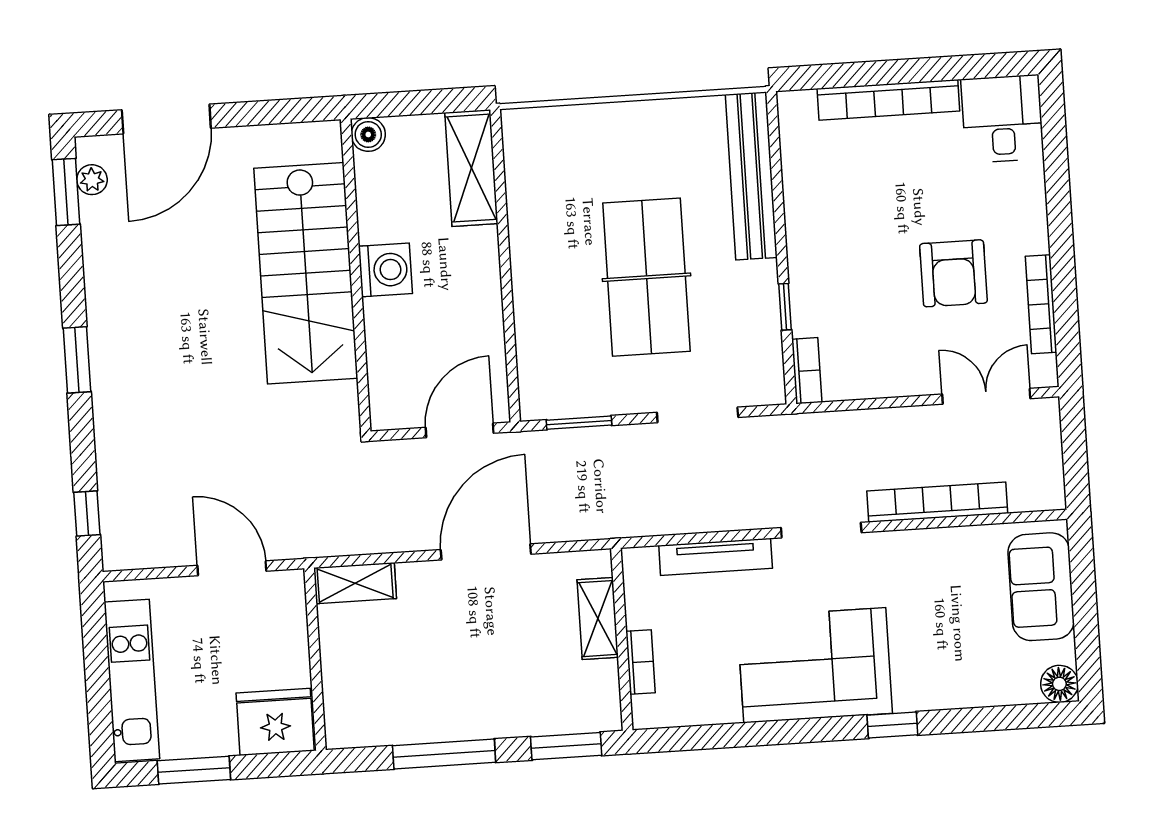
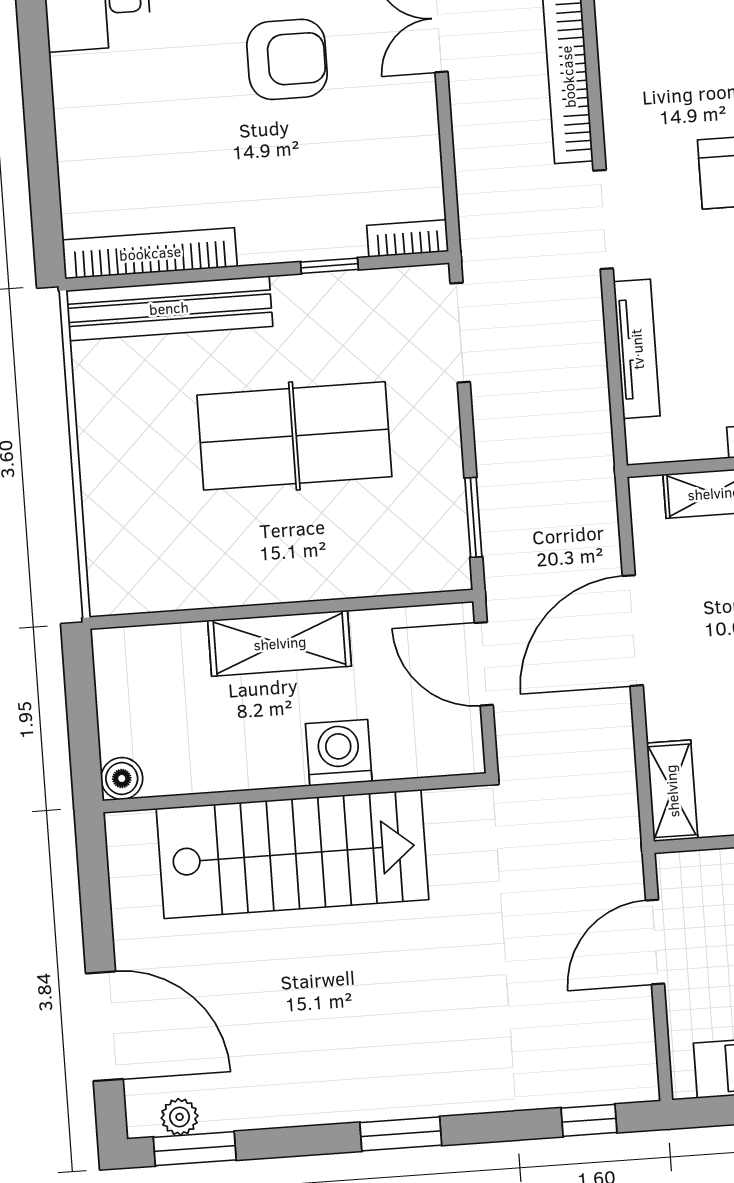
bookcase: (888, 100) -> (150, 253), moved, turned -90
shelving: (471, 168) -> (280, 643), moved
washing machine: (385, 270) -> (339, 753), moved
doorway: (698, 415) -> (460, 333), moved
door: (486, 552) -> (633, 631), hinge flipped

